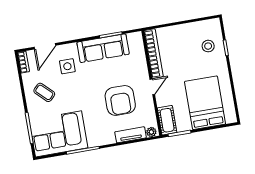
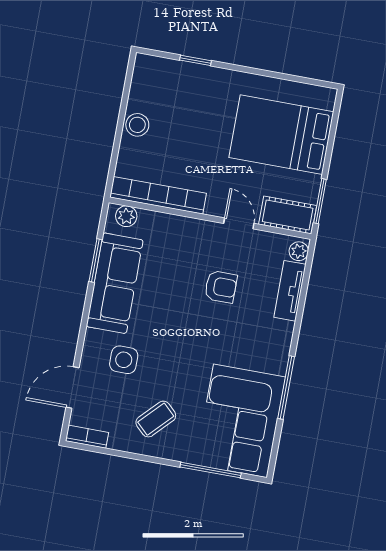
plant: (138, 42) -> (126, 216), added
door: (45, 46) -> (73, 387), swing flipped
stool: (208, 46) -> (137, 125), moved
door: (152, 87) -> (239, 223), moved
armchair: (120, 100) -> (221, 287), width x0.53, depth x0.53

